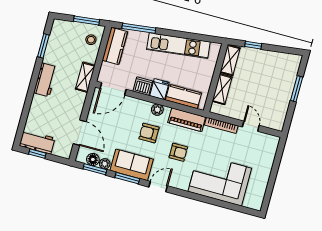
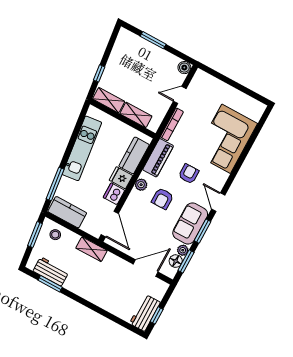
workbench: (45, 80) -> (51, 271), moved
boiler: (278, 124) -> (184, 68), added

